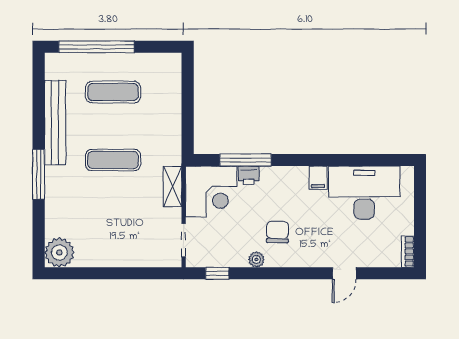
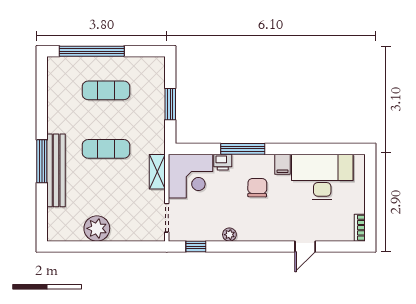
window: (188, 108) -> (170, 104), added
bench: (55, 123) -> (56, 170), moved
window: (246, 160) -> (243, 149), moved
chair: (277, 232) -> (257, 188), moved
plant: (59, 252) -> (97, 228), moved

